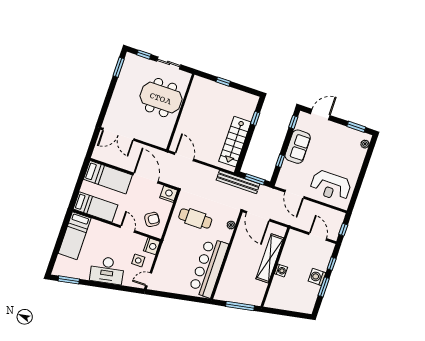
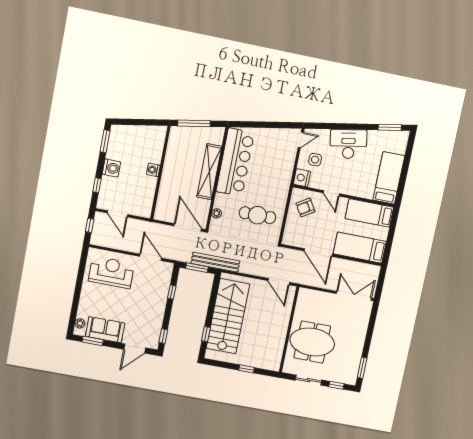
stairs: (235, 142) -> (228, 316), width x1.36, depth x1.51
sofa: (298, 147) -> (105, 330), moved, turned 90
nightstand: (169, 194) -> (291, 238), removed
shelving: (270, 258) -> (209, 172), moved
window: (324, 287) -> (105, 141), moved

